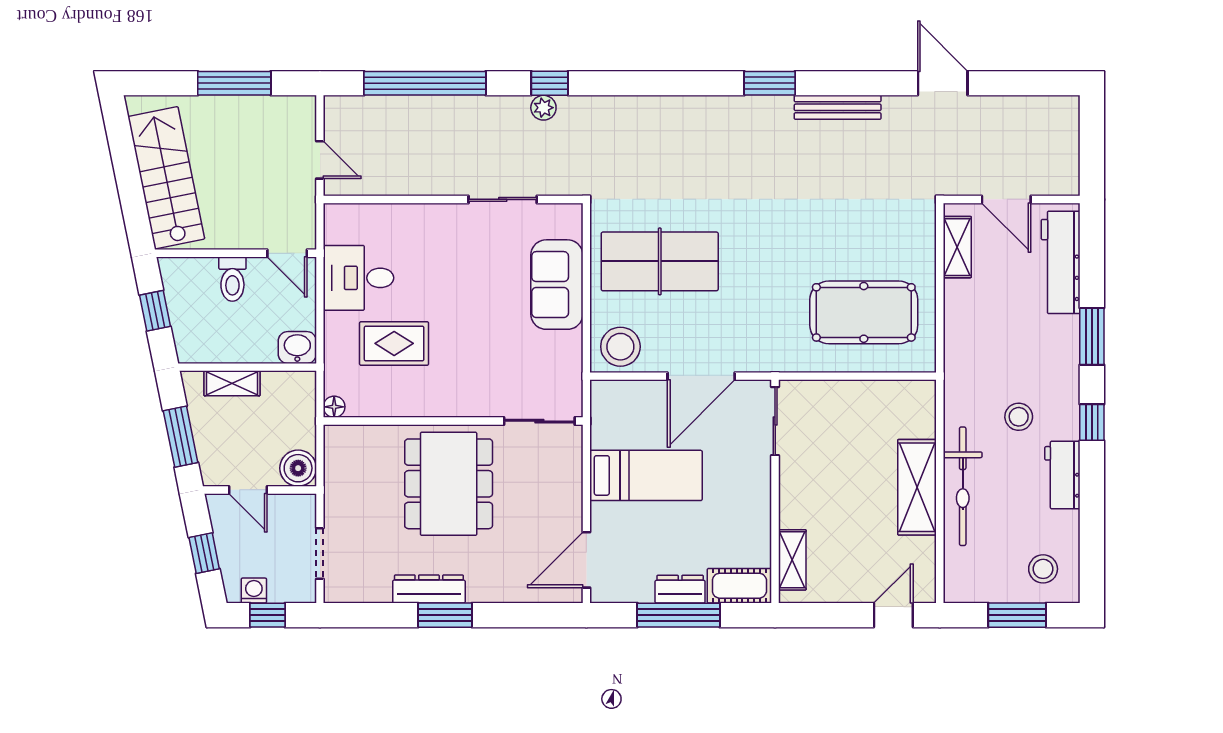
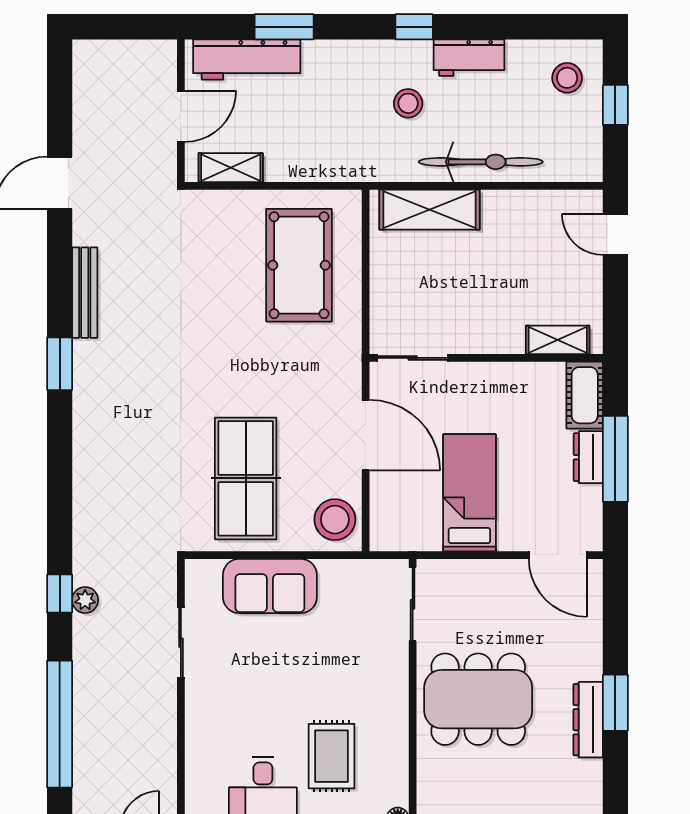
window: (1092, 336) -> (284, 27), moved
shelving: (917, 487) -> (430, 210), moved
window: (1017, 615) -> (615, 105), width x0.67

